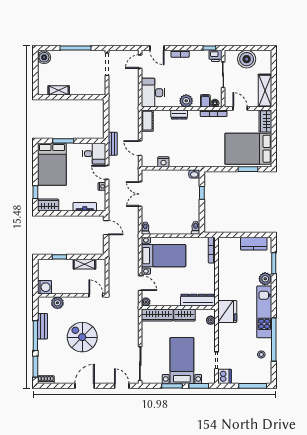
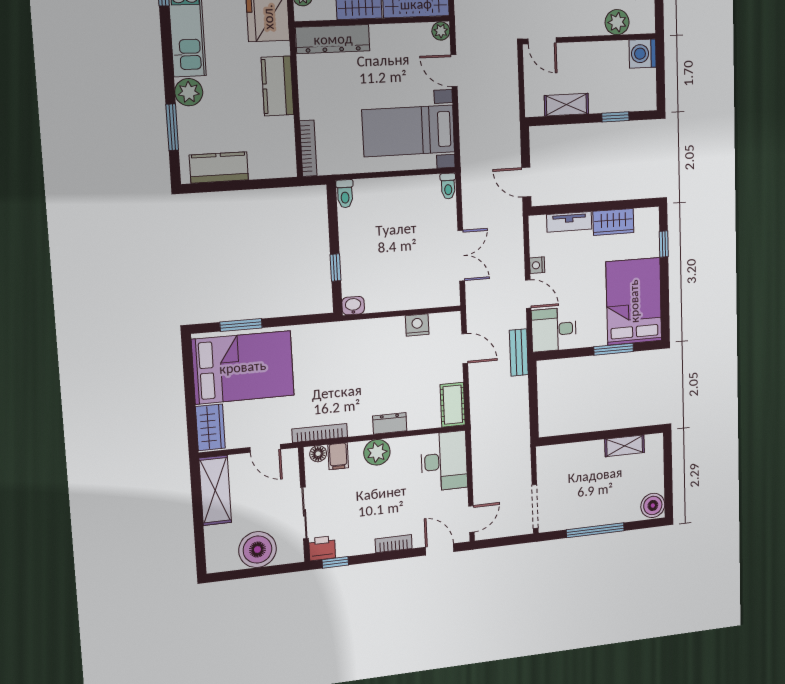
wardrobe: (48, 205) -> (613, 222), moved
kitchen counter: (225, 280) -> (278, 86), added

